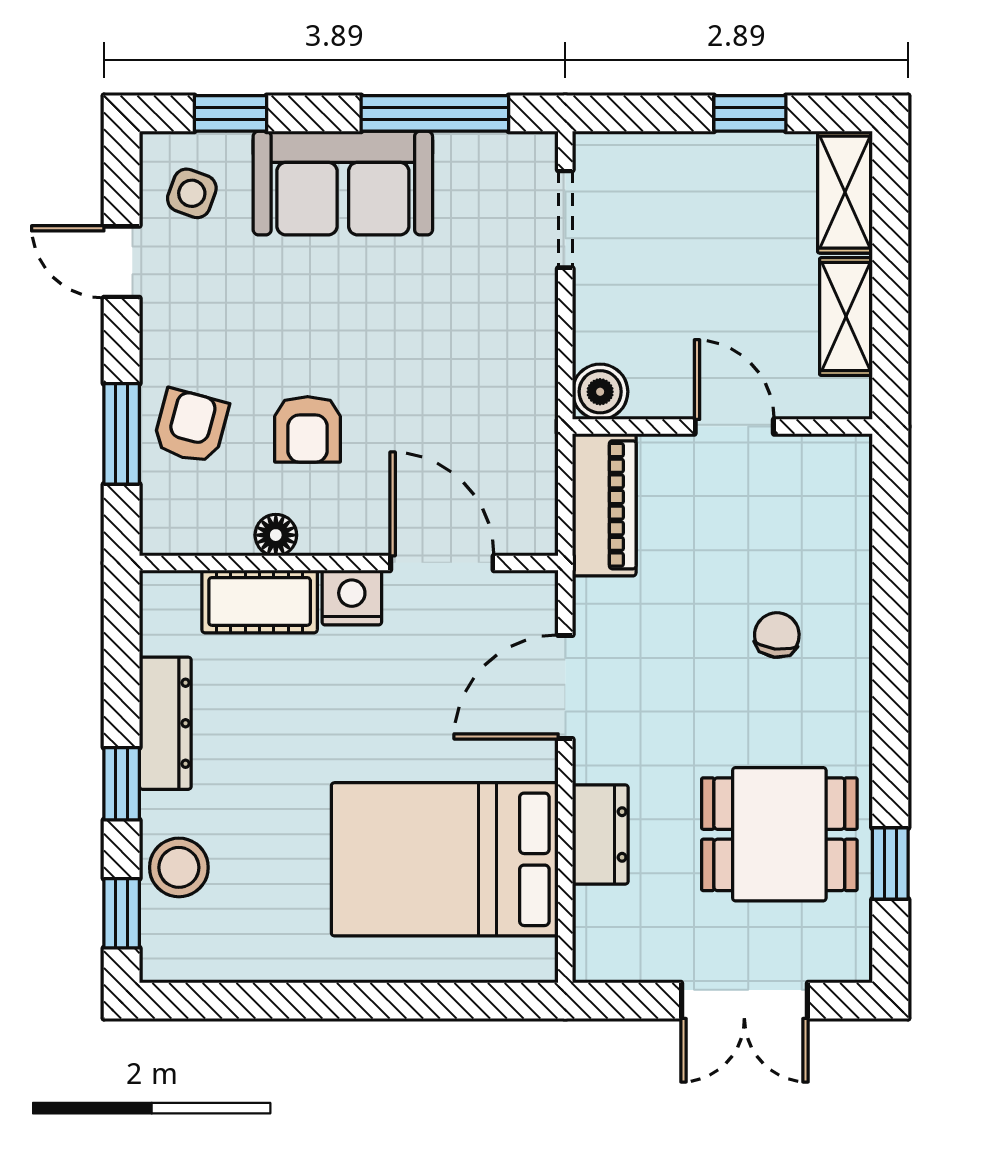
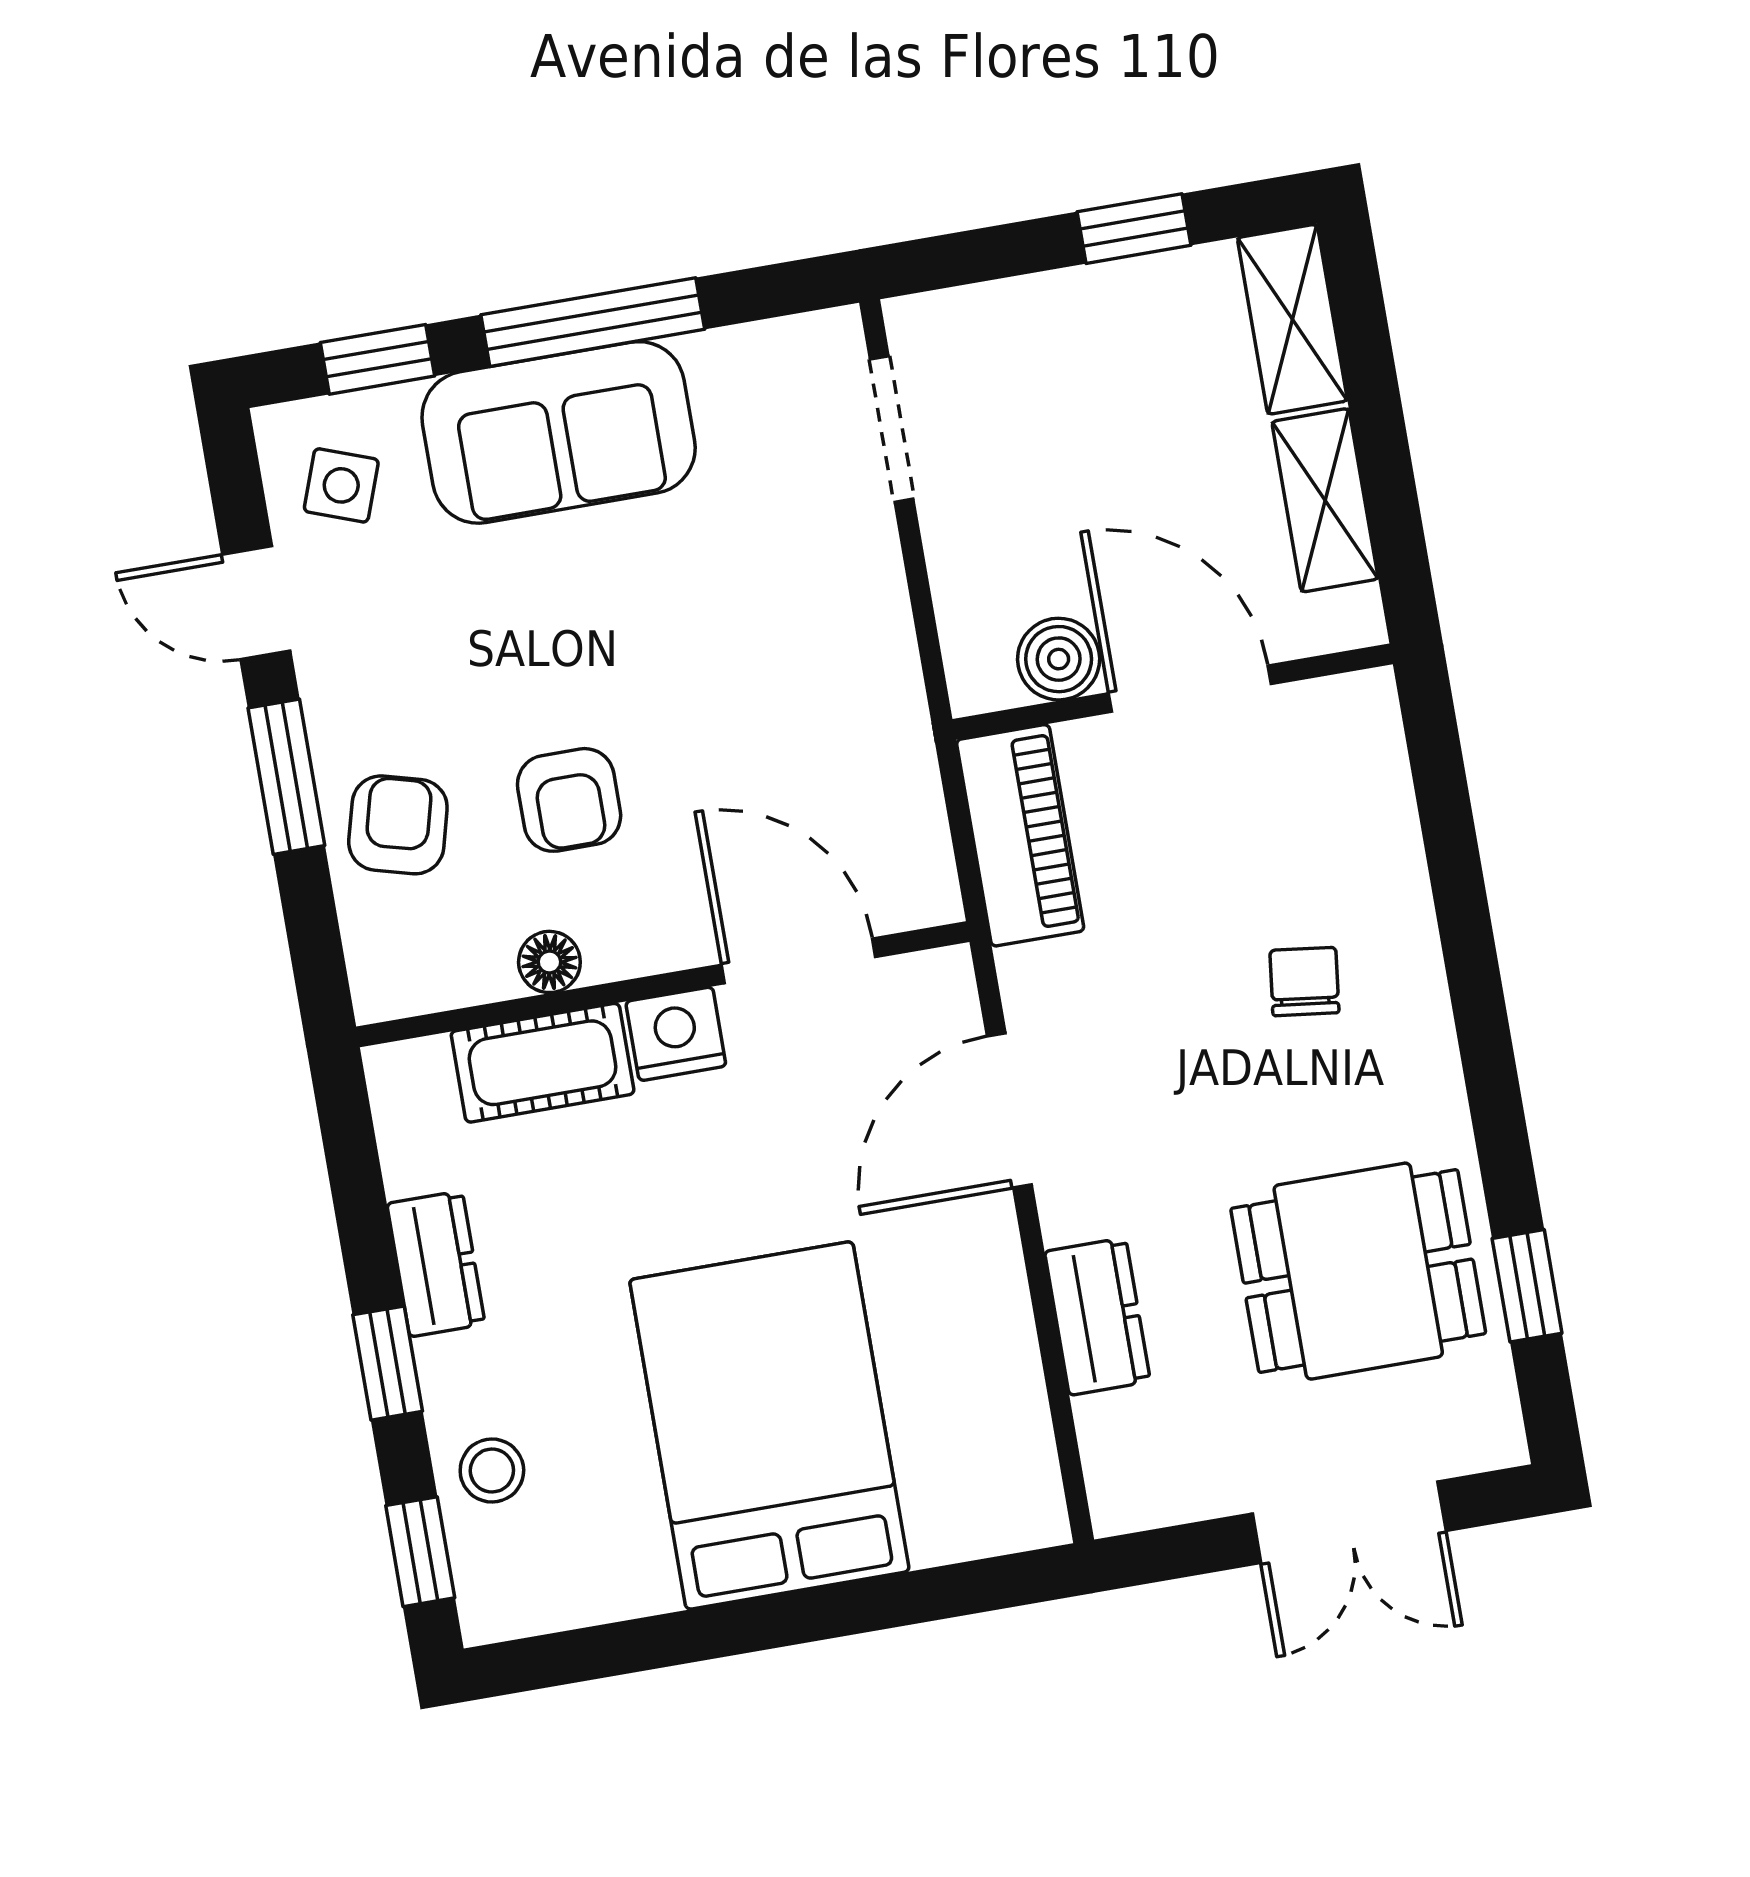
window: (435, 113) -> (593, 322), moved
boiler: (600, 392) -> (1059, 659), moved
door: (734, 427) -> (1190, 689), width x1.38
window: (122, 434) -> (286, 777), moved
dresser: (165, 723) -> (436, 1264), width x0.70
bed: (445, 859) -> (769, 1426), moved, turned 90
stool: (179, 867) -> (492, 1471), width x0.73, depth x0.73

